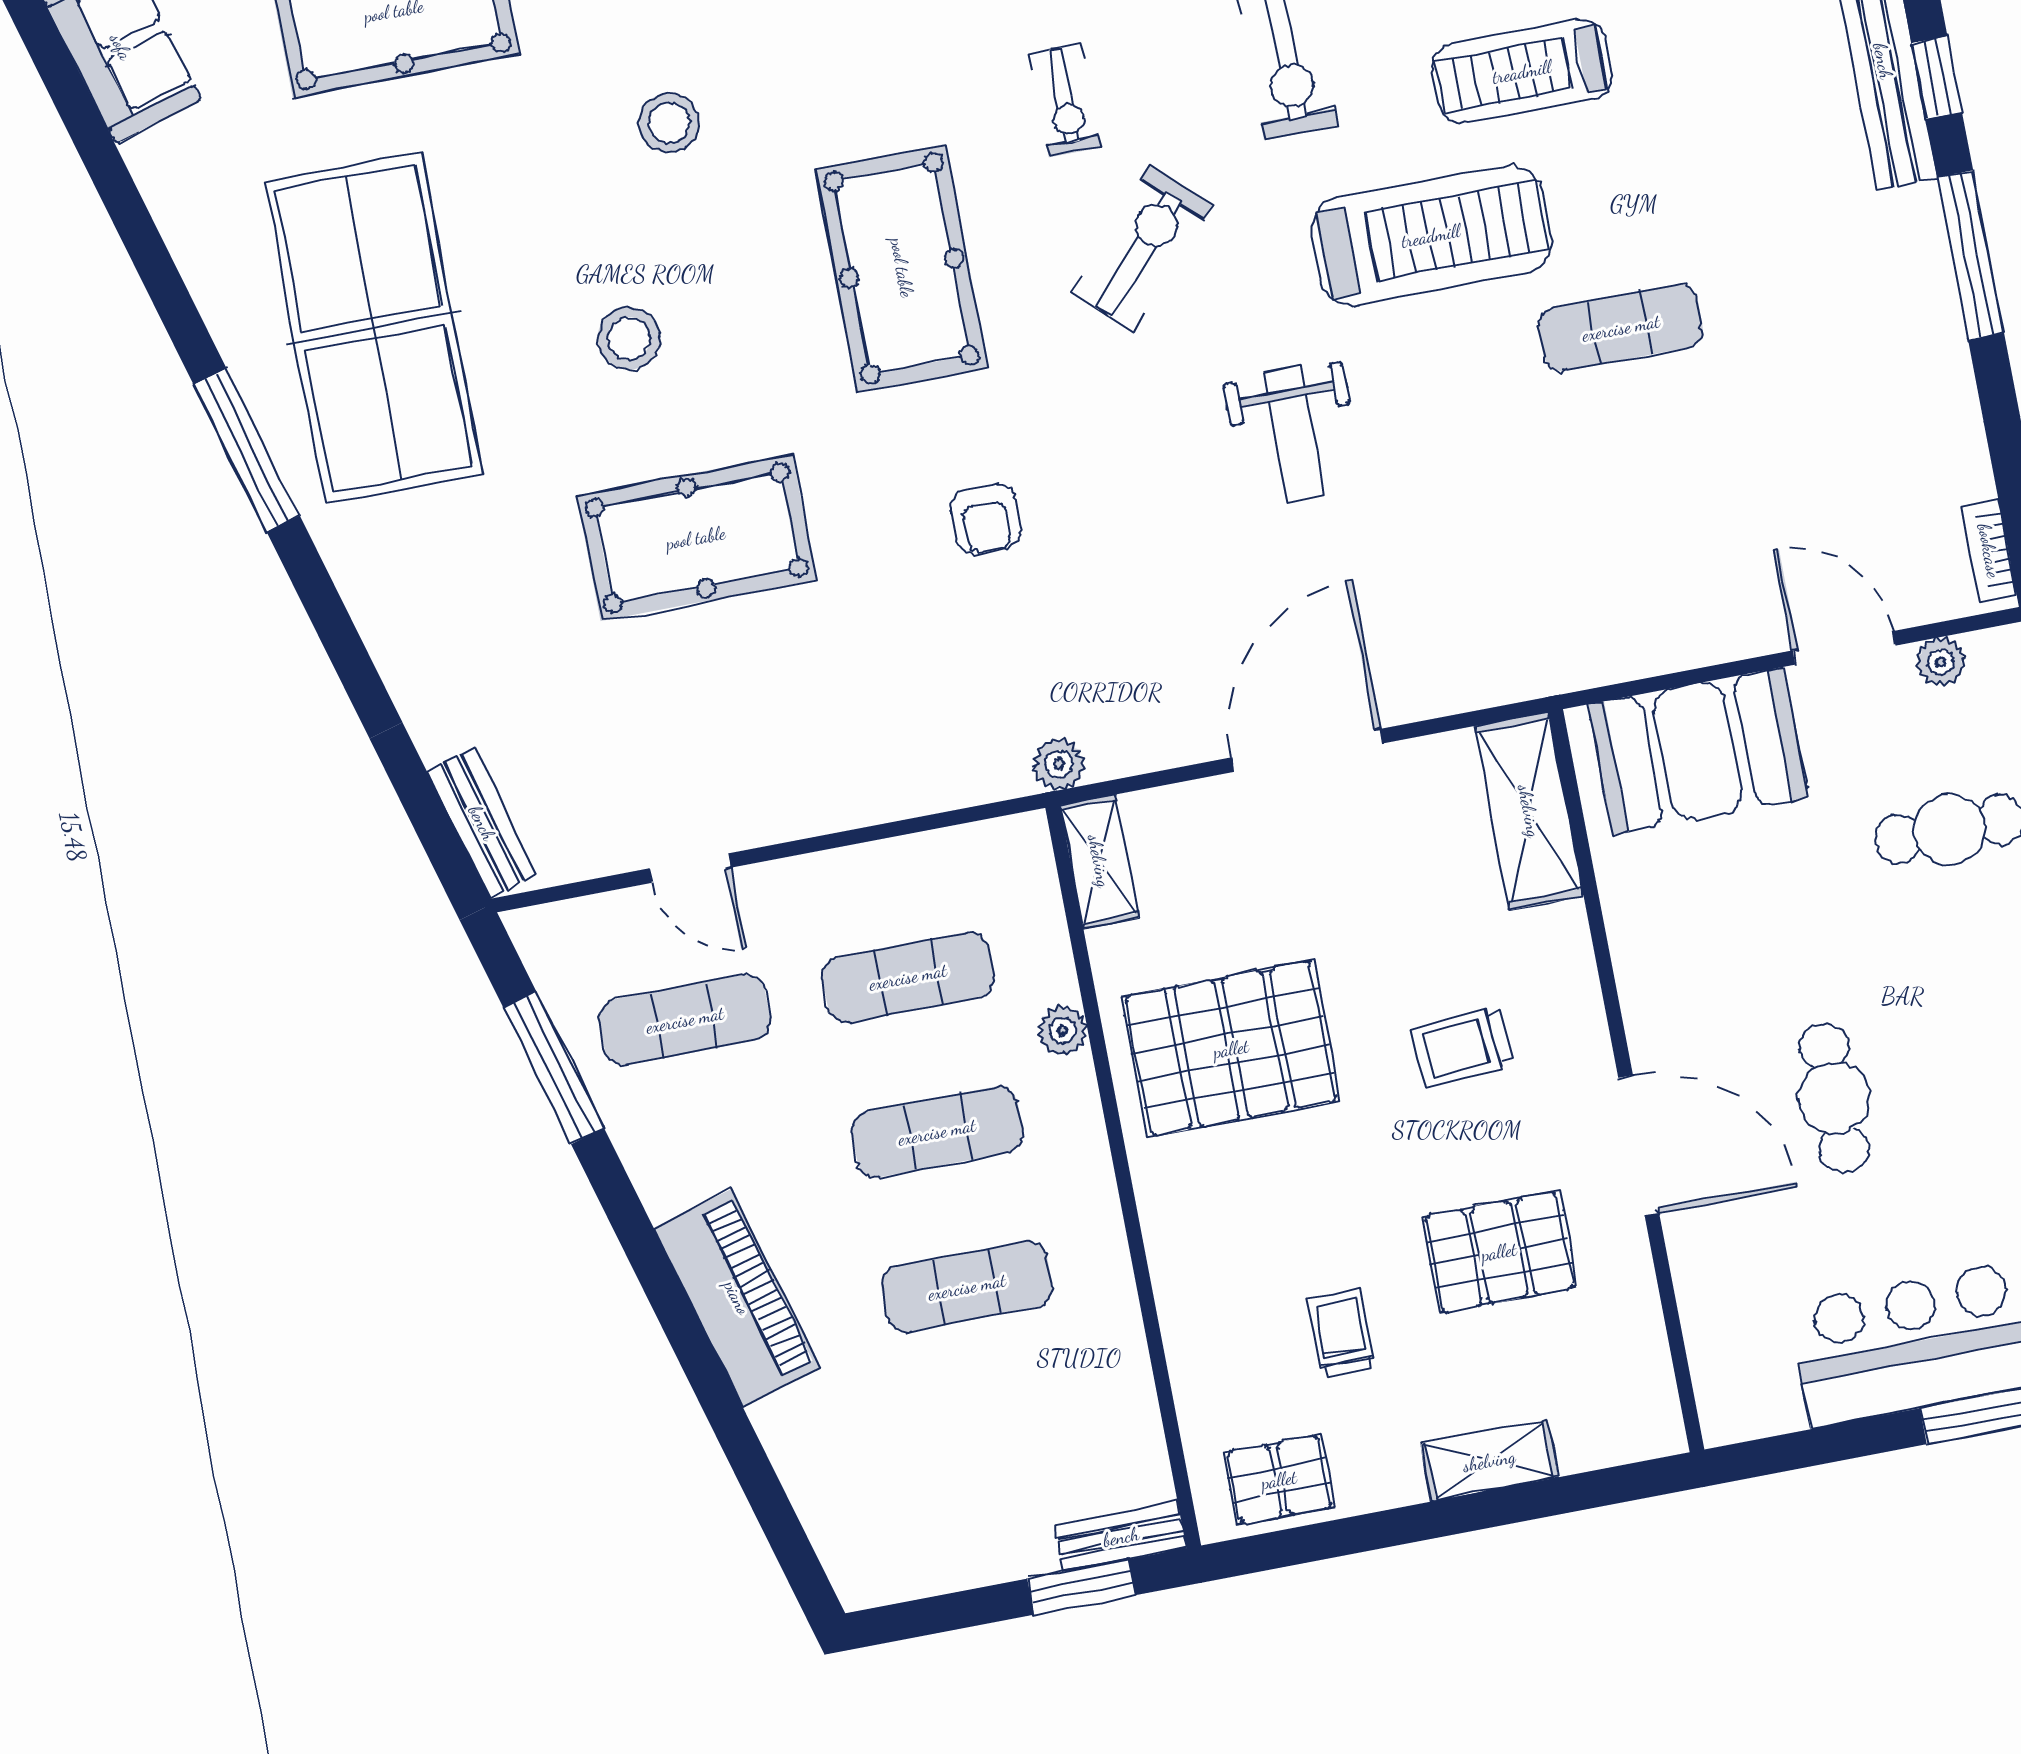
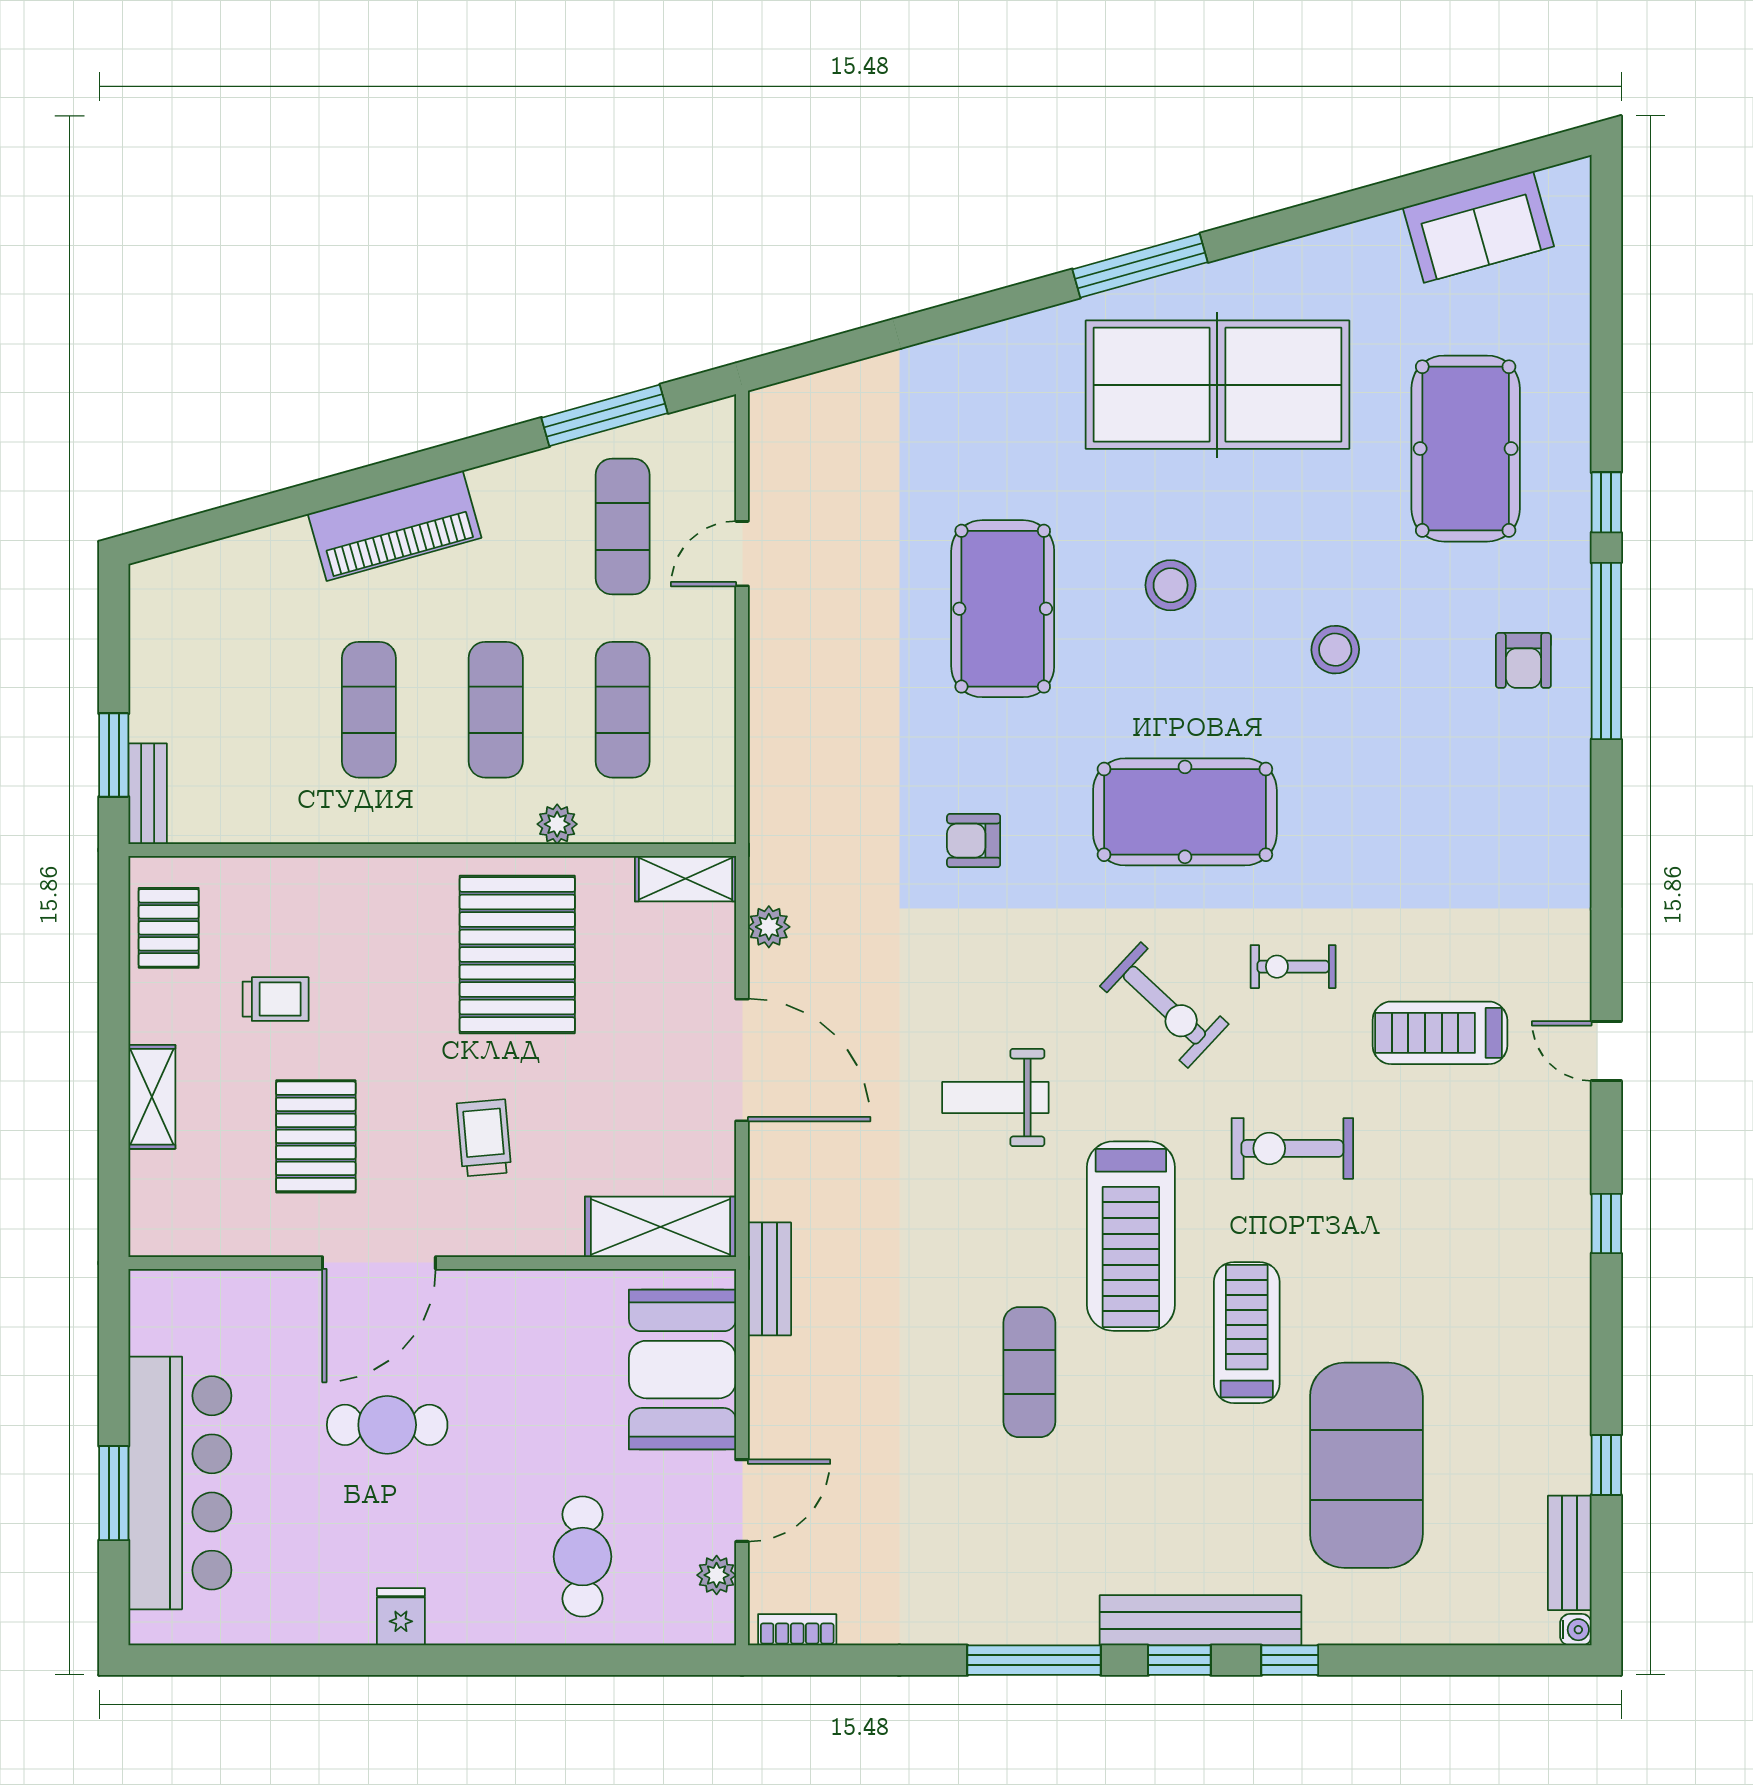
plant: (1059, 764) -> (769, 927), moved
bench: (482, 823) -> (769, 1279), moved, turned -74

